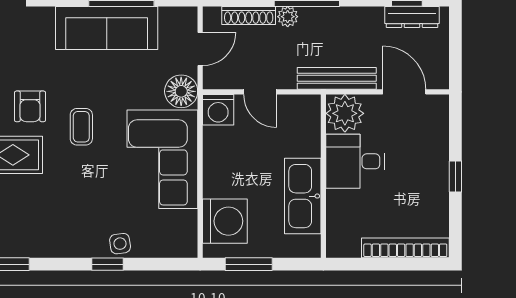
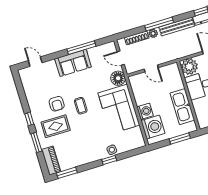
sofa: (107, 28) -> (73, 63), width x0.73
door: (200, 49) -> (121, 58), swing flipped
bench: (337, 78) -> (177, 27), moved
washing machine: (218, 110) -> (145, 111), moved, turned -90
window: (249, 264) -> (180, 138), moved

